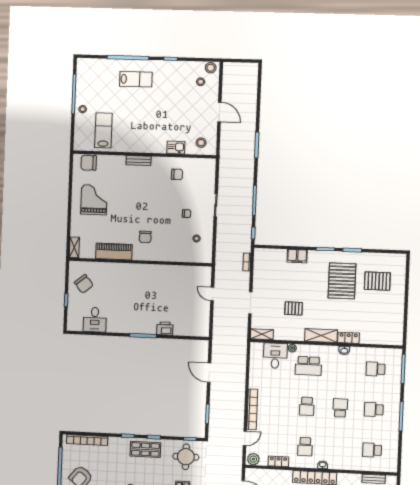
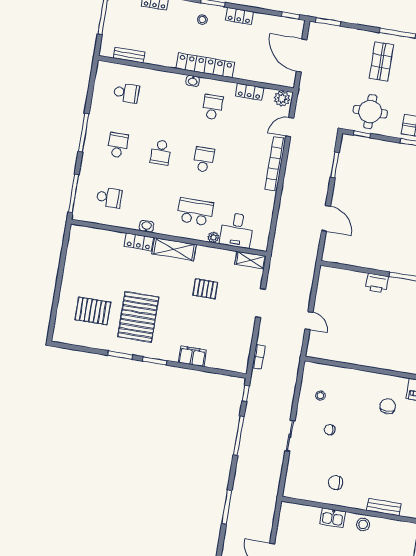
stool: (201, 143) -> (363, 524), moved
school desk: (374, 410) -> (118, 145), turned -90

